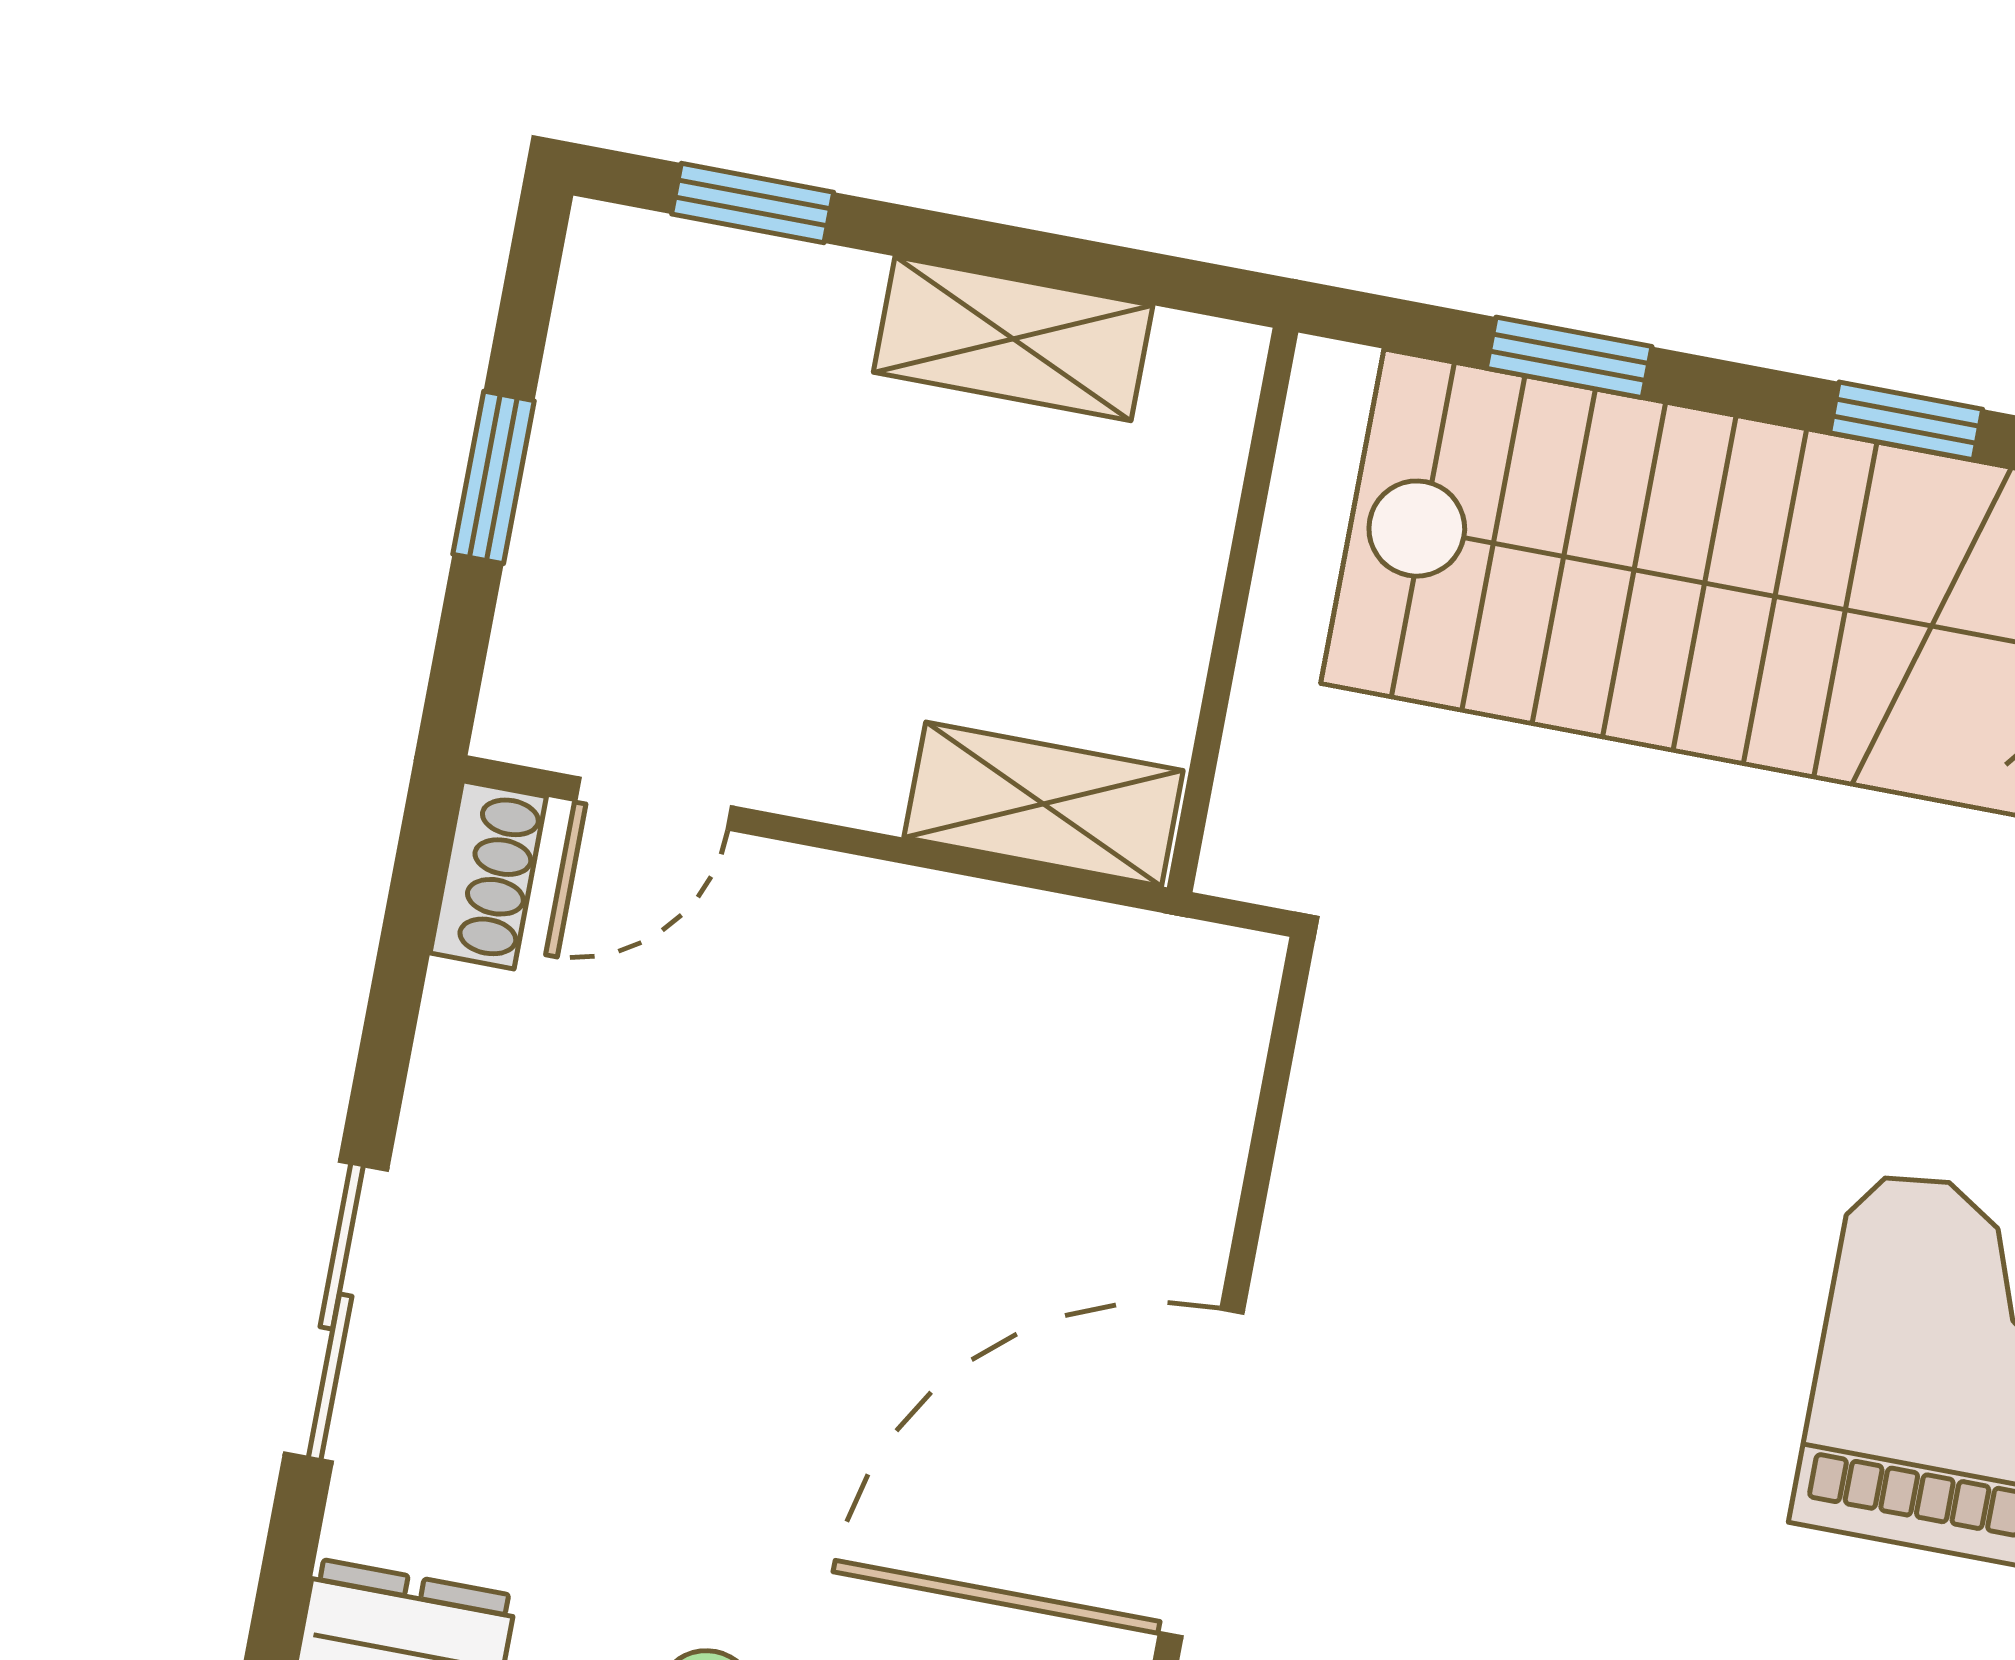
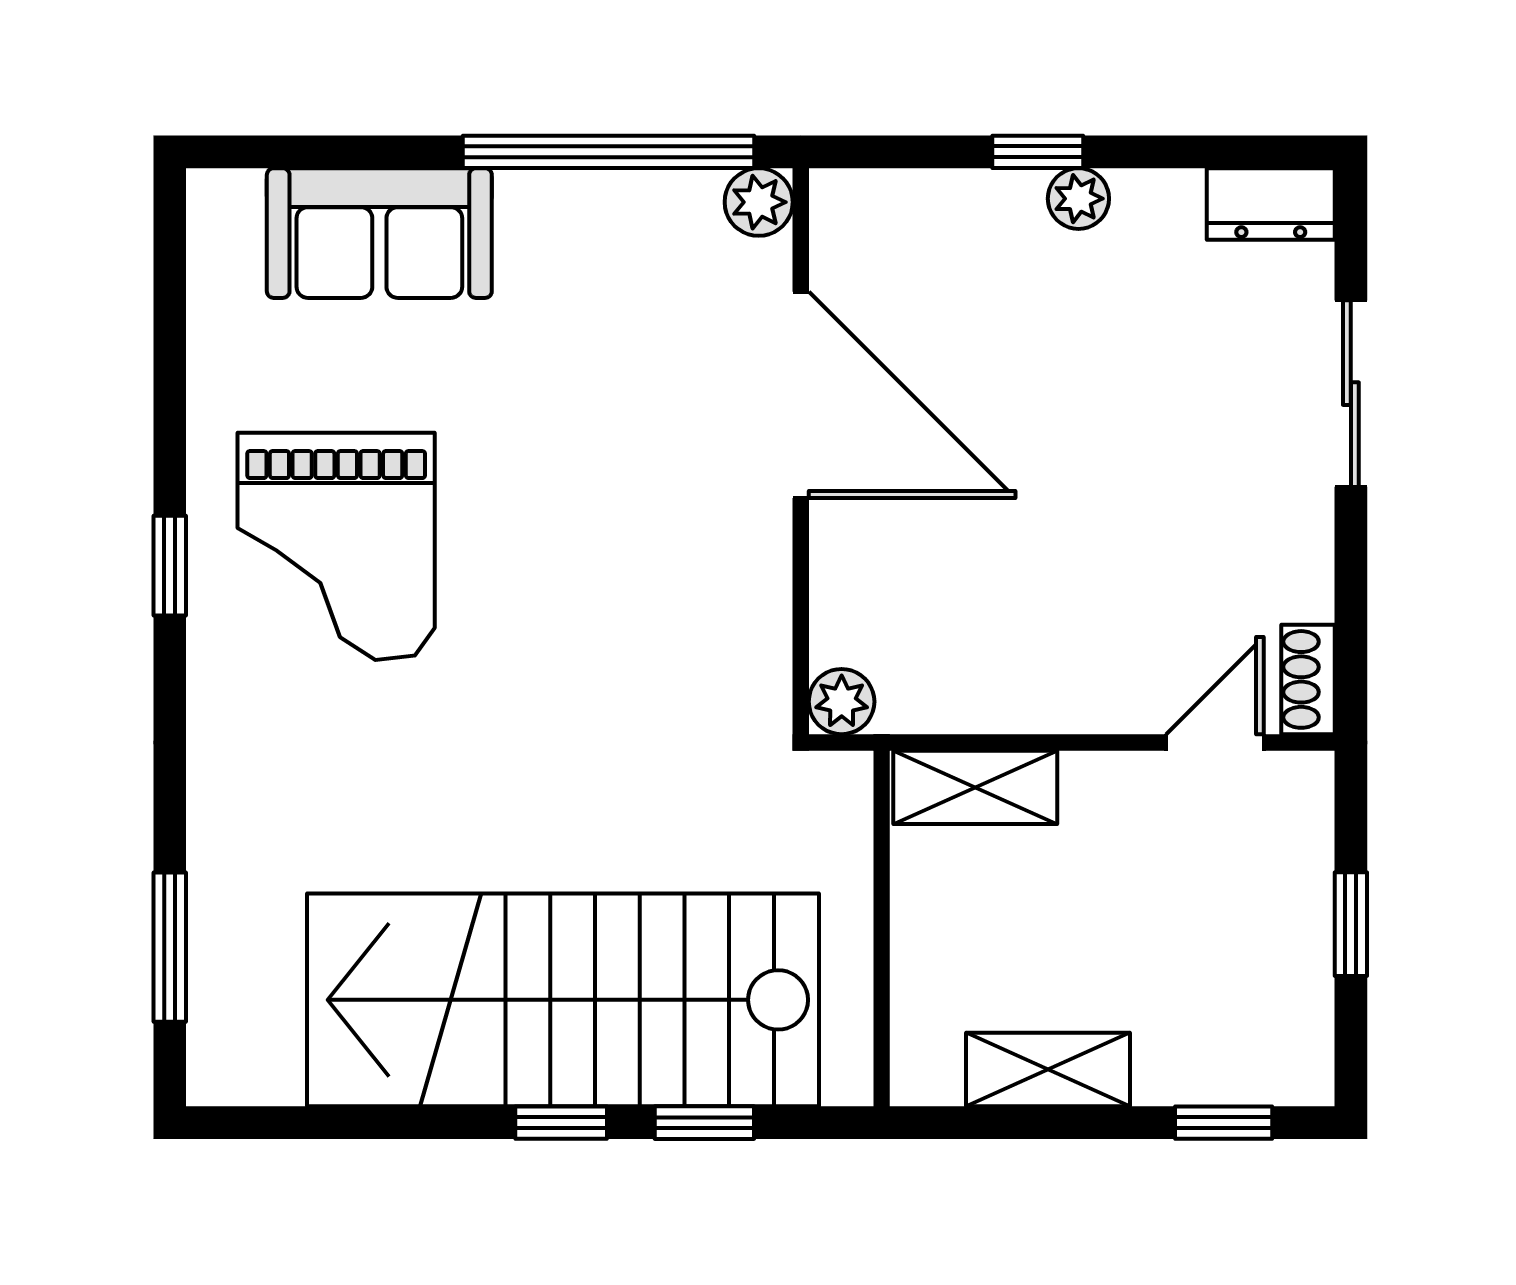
window: (1906, 421) -> (561, 1123), moved
plant: (1228, 979) -> (842, 702), added
door: (1201, 1473) -> (801, 395), hinge flipped

